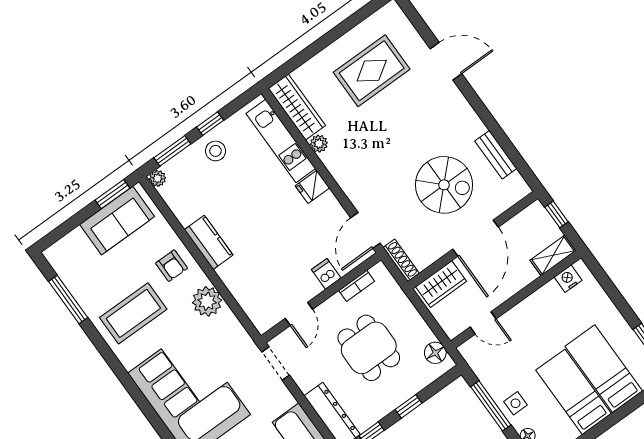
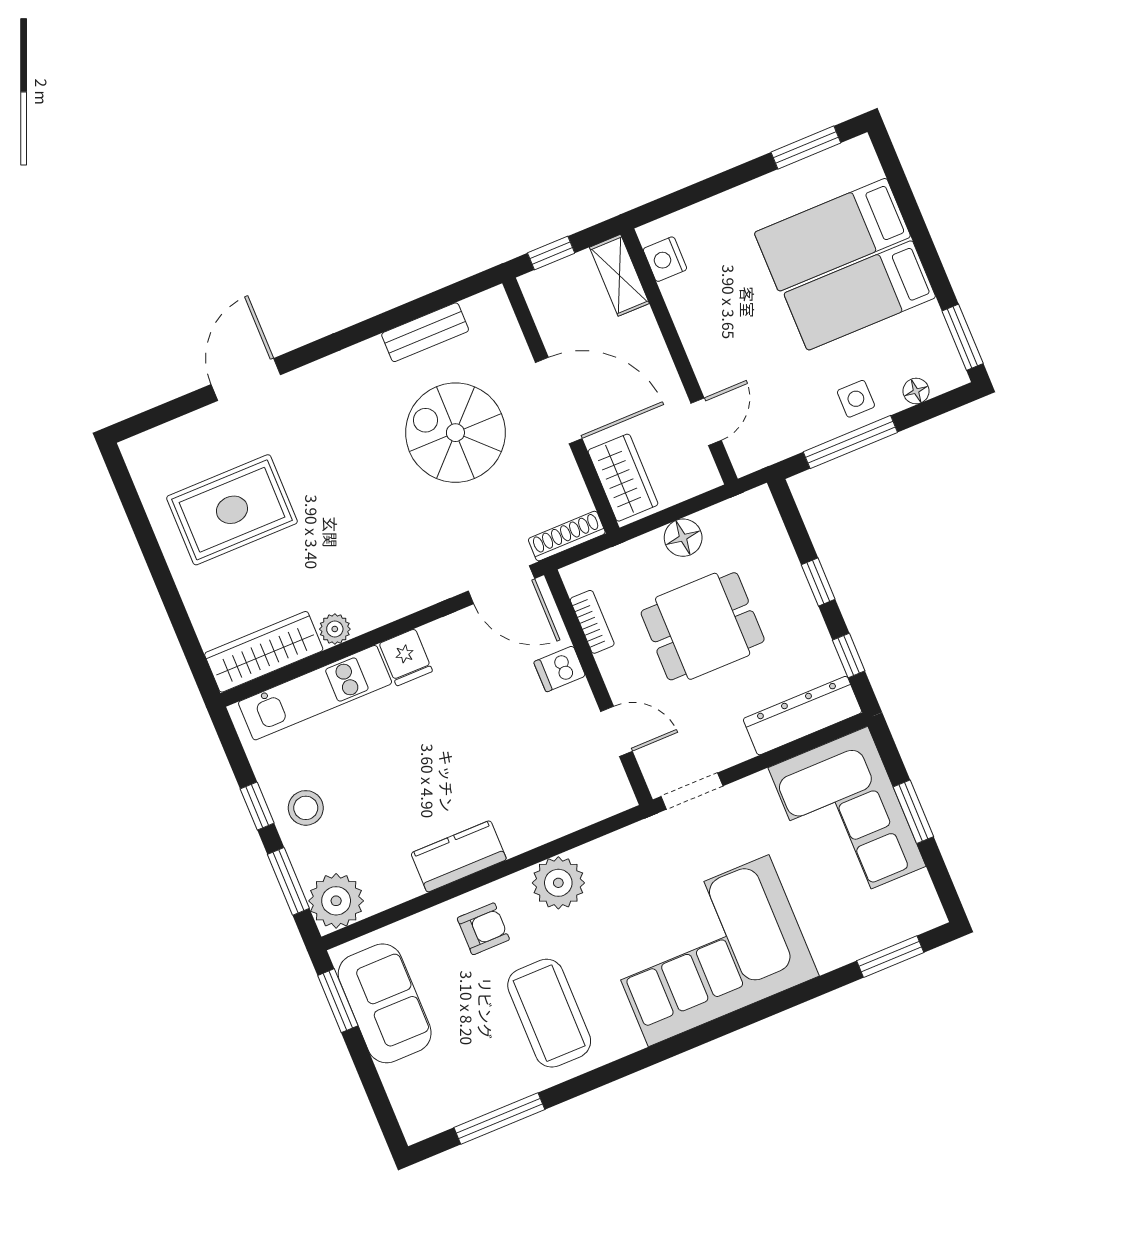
rug: (372, 71) -> (232, 510), turned 90
plant: (158, 178) -> (336, 901), width x1.87, depth x1.87
spiral stairs: (444, 185) -> (455, 433), turned -90
floor lamp: (435, 353) -> (683, 538), moved

